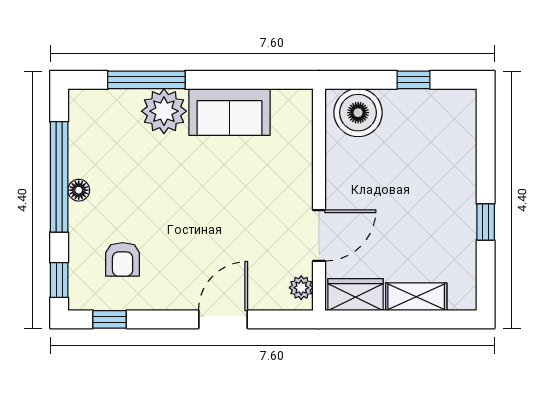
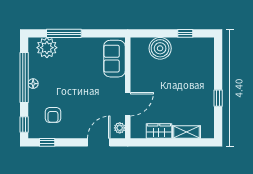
plant: (164, 111) -> (47, 48), moved
sofa: (229, 112) -> (114, 59), moved, turned 90
wall: (319, 200) -> (128, 88), moved
door: (319, 236) -> (128, 104), moved
plant: (301, 288) -> (120, 128), moved

